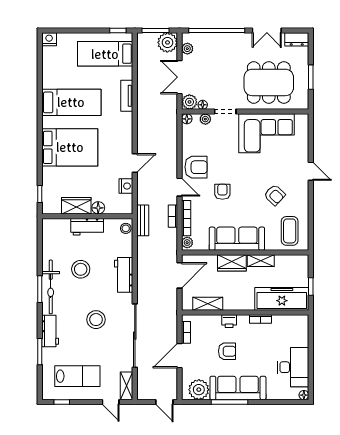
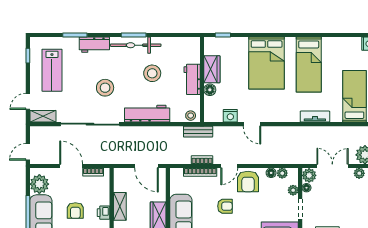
floor lamp: (187, 119) -> (271, 173), moved
plant: (187, 243) -> (282, 173), moved
workbench: (124, 275) -> (147, 114), width x1.38
shelving: (208, 304) -> (120, 206), moved

